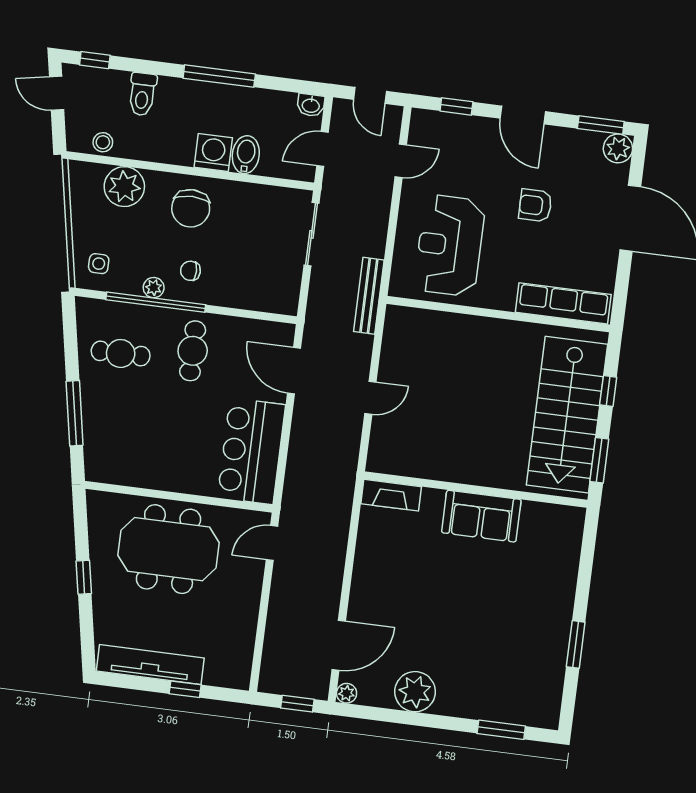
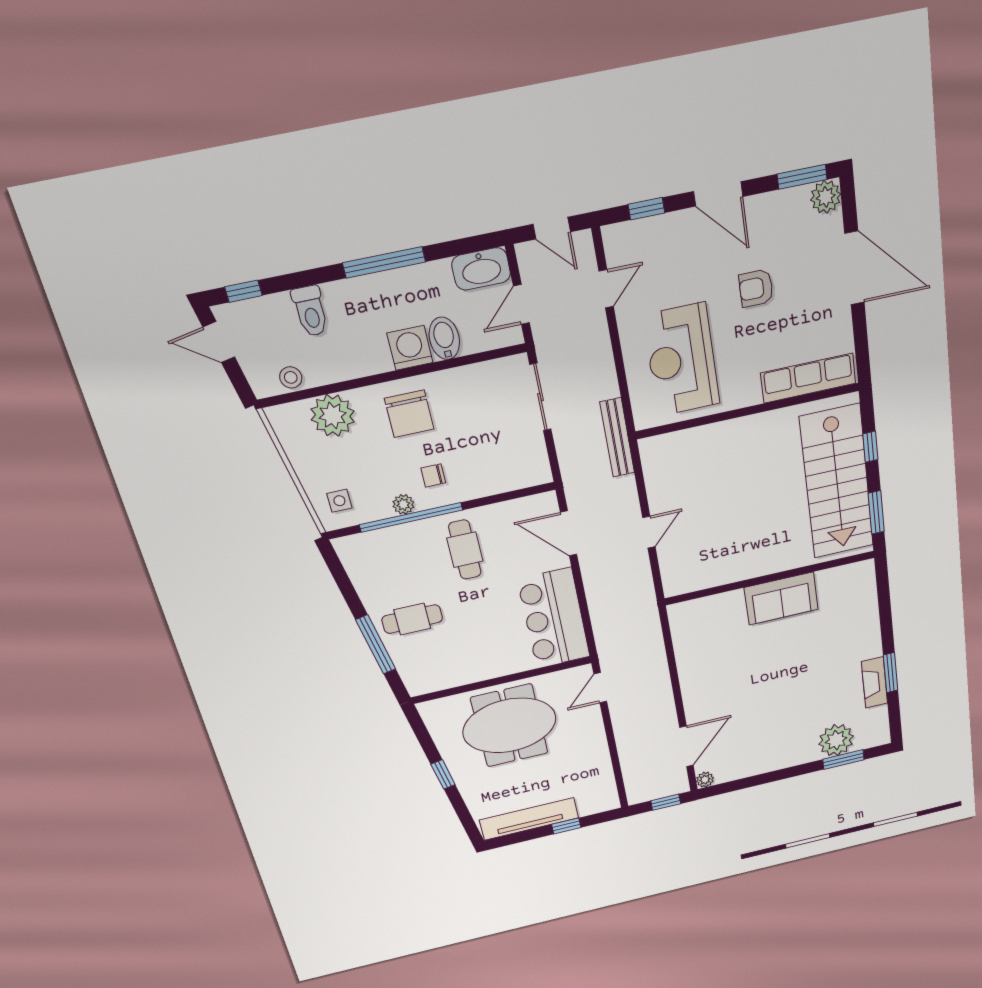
washbasin: (311, 105) -> (481, 269), width x1.91, depth x1.45
cafe table: (121, 353) -> (412, 619), moved
fireplace: (391, 495) -> (875, 682), moved, turned 90
plant: (415, 692) -> (836, 740), moved

